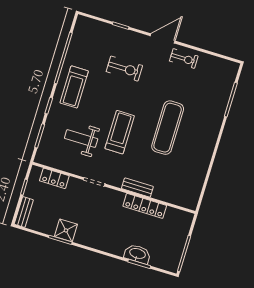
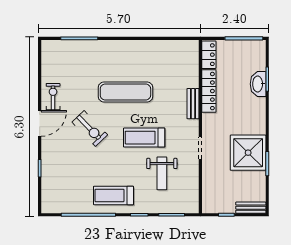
door: (163, 38) -> (40, 123), swing flipped
exercise bike: (124, 69) -> (90, 129), moved, turned 136
treadmill: (74, 87) -> (113, 195), turned 180
locker: (54, 178) -> (209, 55), moved
shower: (66, 230) -> (248, 153), width x1.86, depth x1.86

